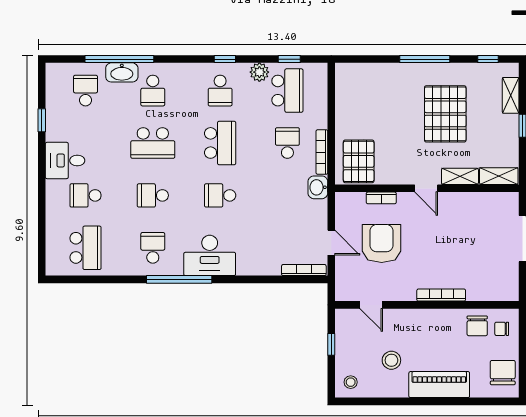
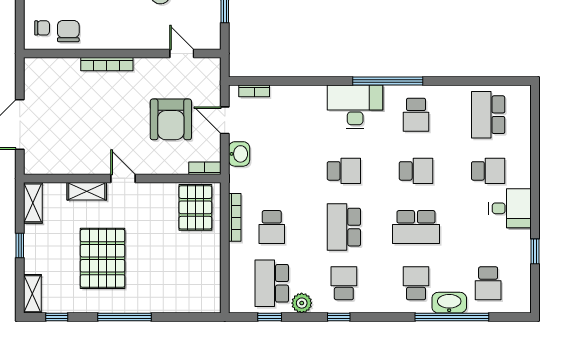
shelving: (511, 95) -> (32, 294), moved
school desk: (153, 143) -> (416, 227), turned 180
shelving: (499, 176) -> (33, 203), moved, turned 90
washbasin: (318, 187) -> (239, 154), moved
bookcase: (381, 198) -> (205, 168), moved
bookcase: (304, 270) -> (254, 91), width x0.64

